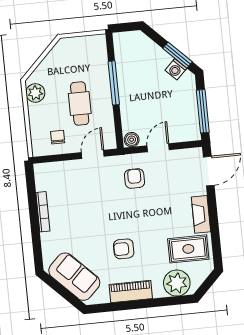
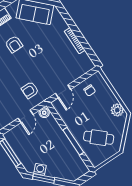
cafe table: (80, 103) -> (99, 138), moved, turned -48
armchair: (134, 179) -> (30, 90), turned 90
armchair: (124, 249) -> (14, 44), turned 90

